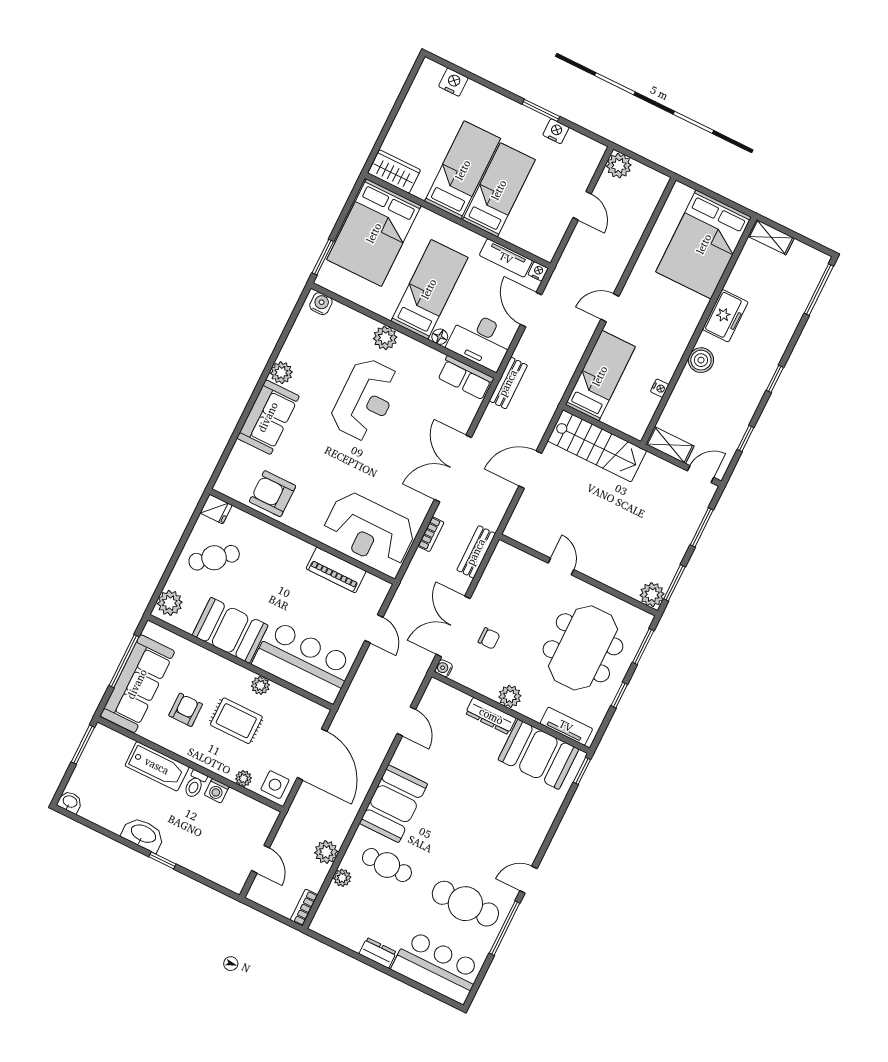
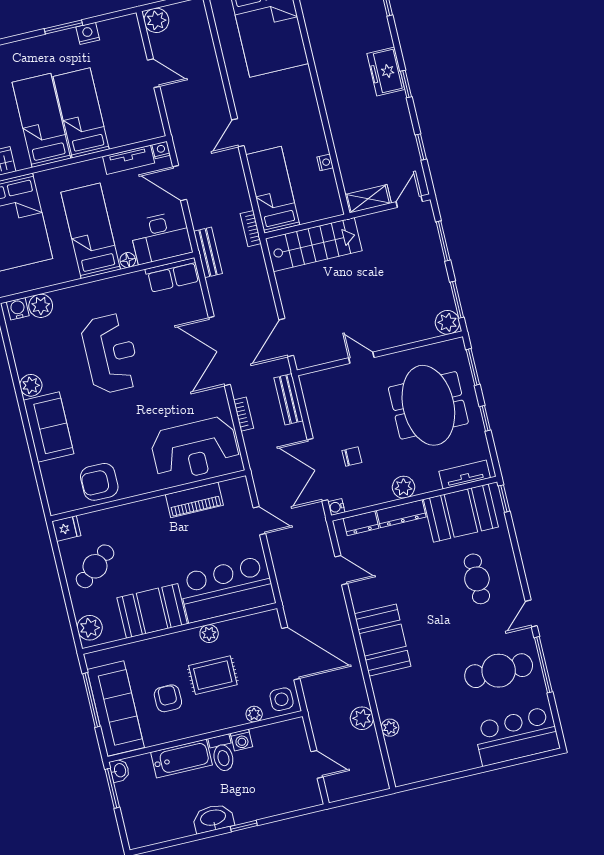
freezer: (725, 316) -> (386, 71), moved, turned 180
plant: (385, 338) -> (41, 306), moved
boiler: (701, 360) -> (339, 116), removed
door: (530, 470) -> (286, 338), moved
toilet: (195, 784) -> (222, 753), width x1.37, depth x1.39
washbasin: (70, 802) -> (120, 770), moved, turned 90
cafe table: (387, 865) -> (477, 579), moved, turned 90
bookcase: (304, 908) -> (251, 229), moved
dresser: (378, 953) -> (361, 523), moved, turned 180

